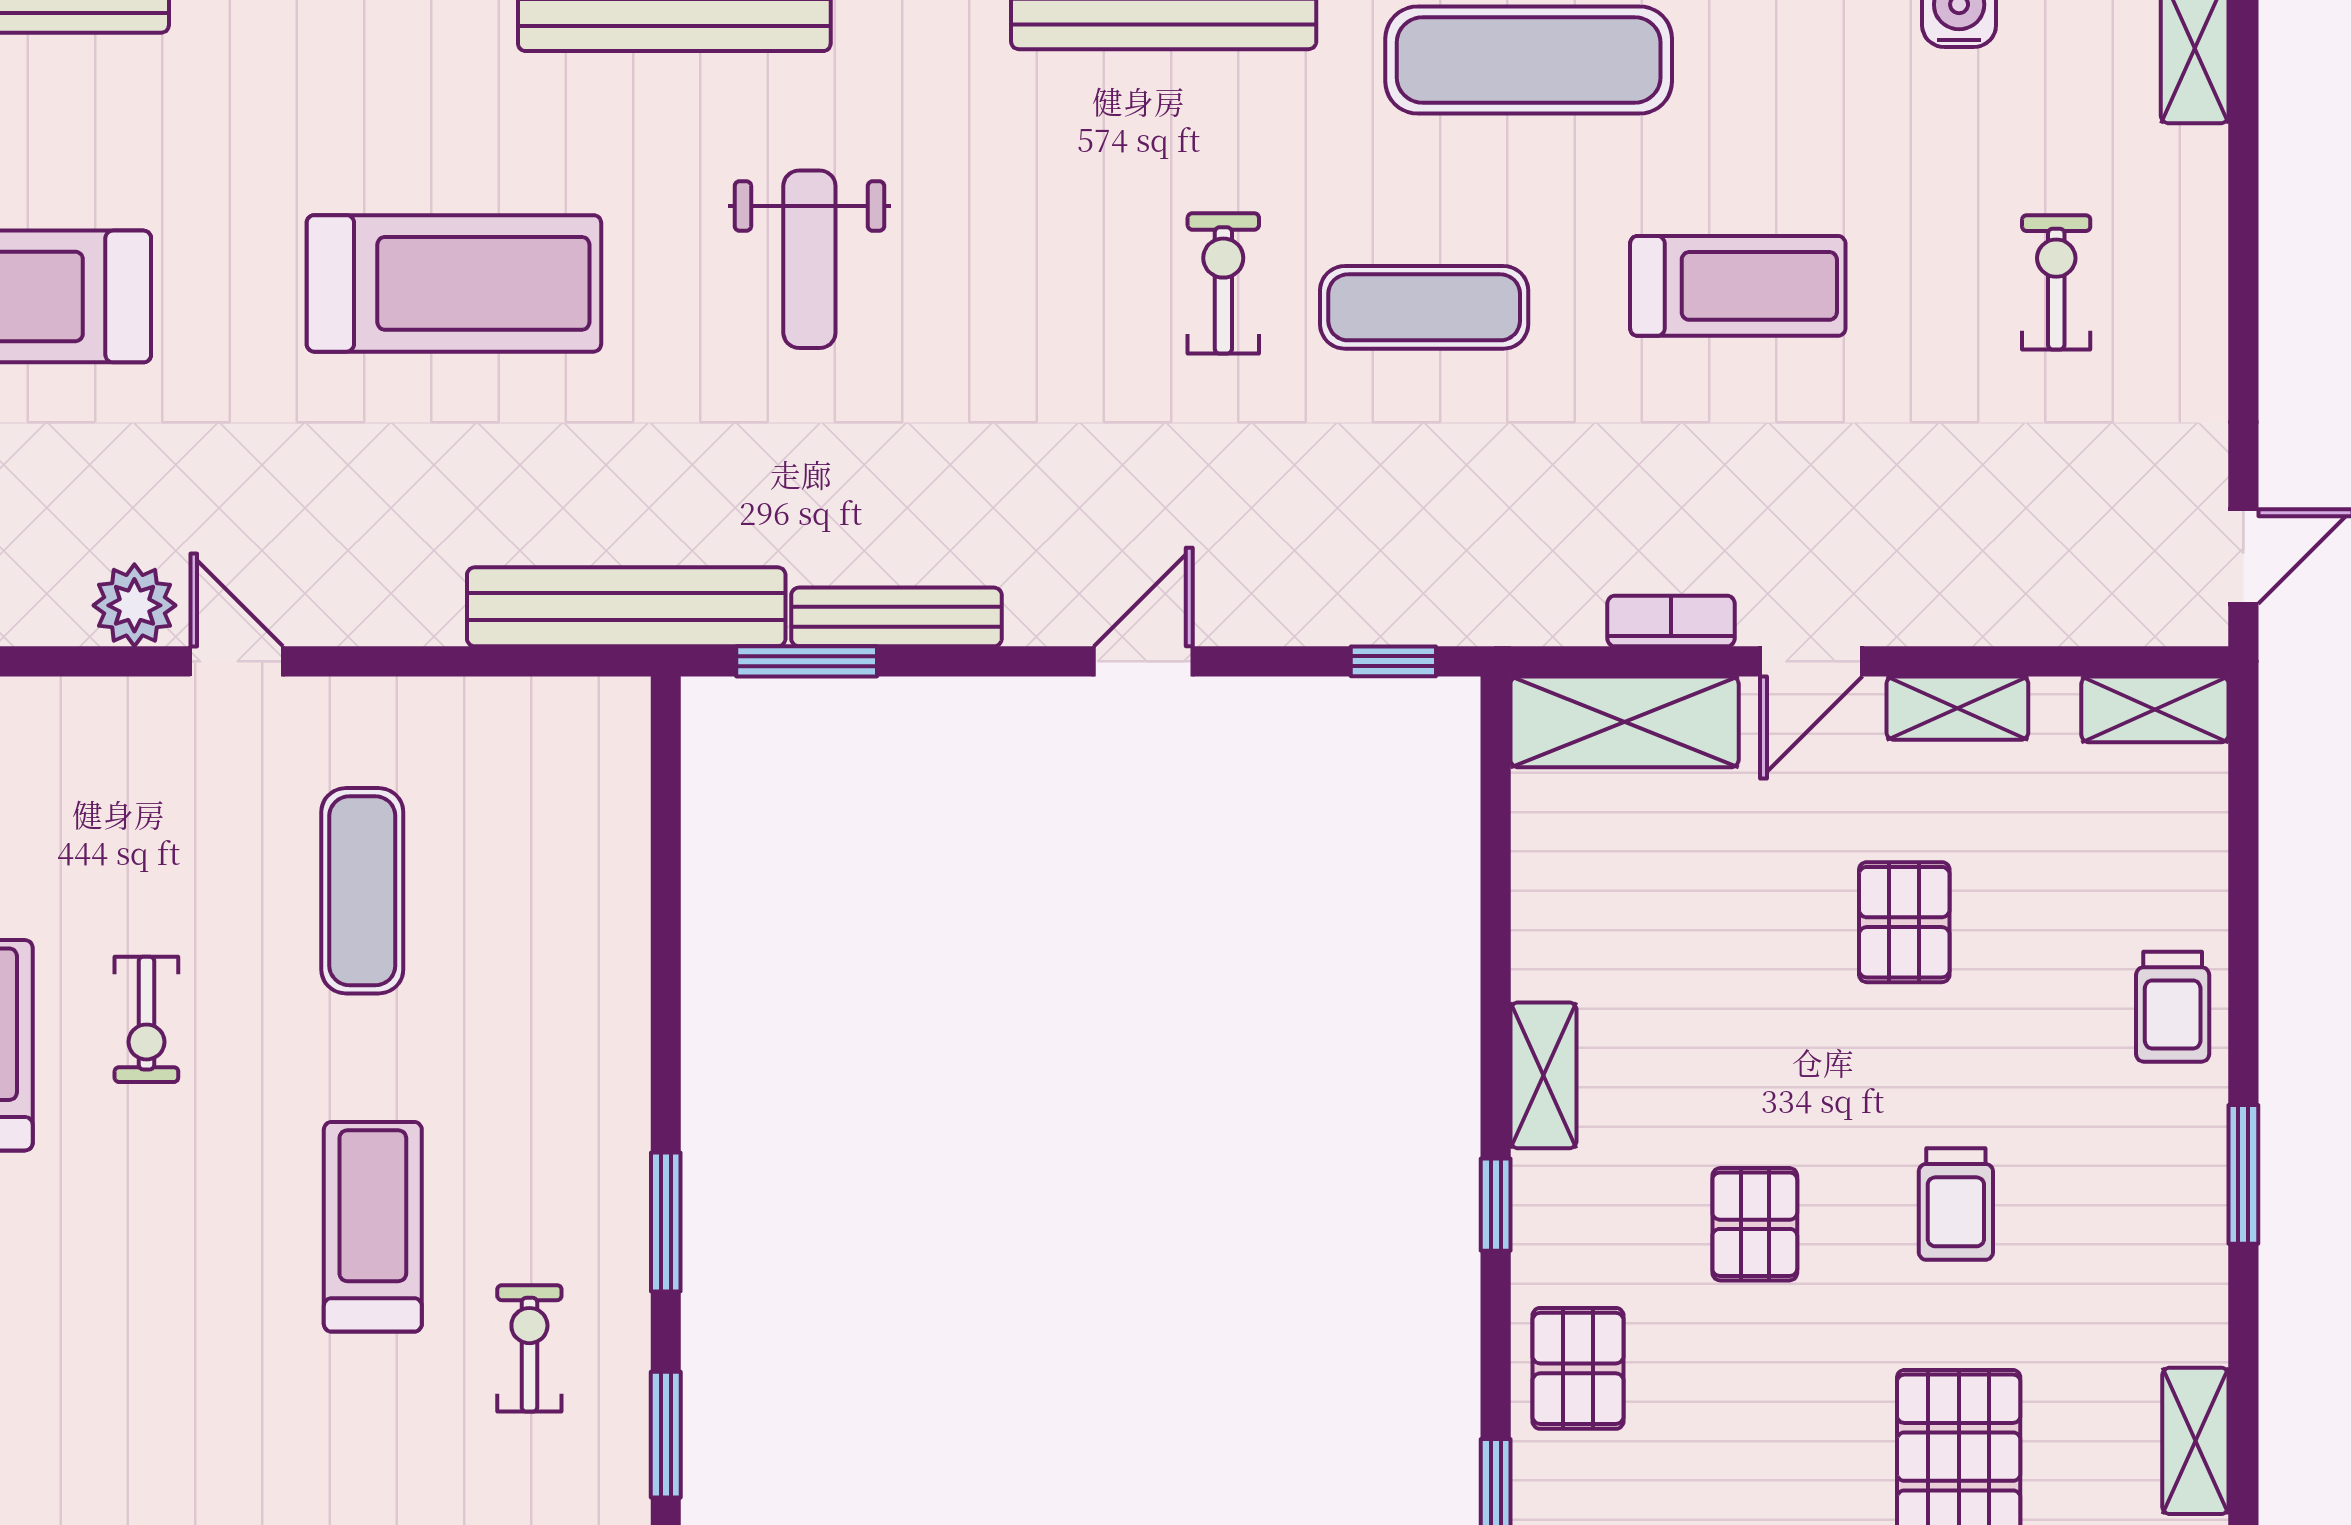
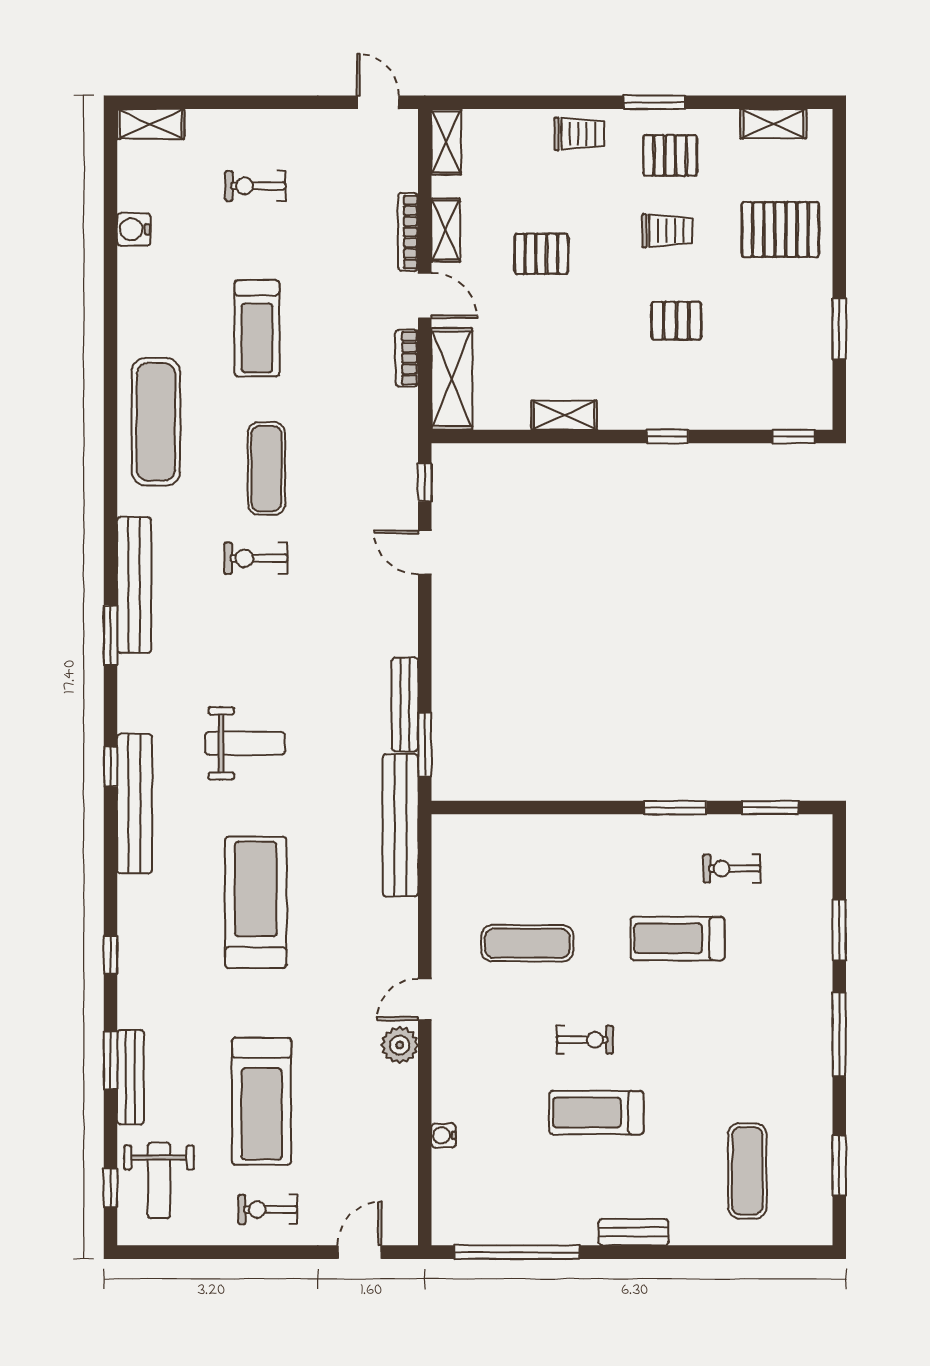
treadmill: (1738, 286) -> (257, 328), turned 180
bookcase: (1953, 624) -> (408, 232), added
door: (1143, 661) -> (425, 552), moved
shelving: (1544, 1075) -> (564, 415), moved
pallet: (1578, 1368) -> (670, 155), moved

